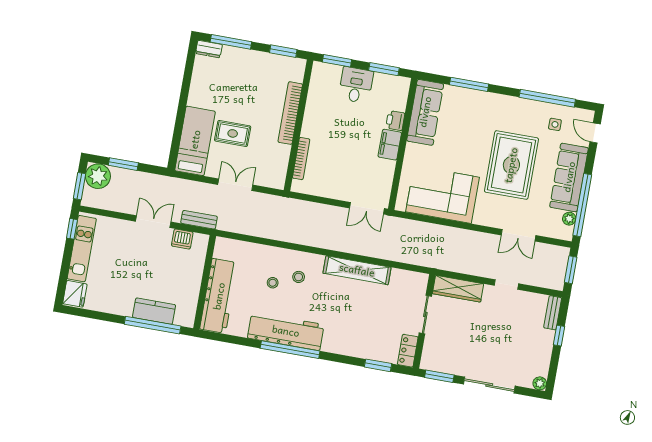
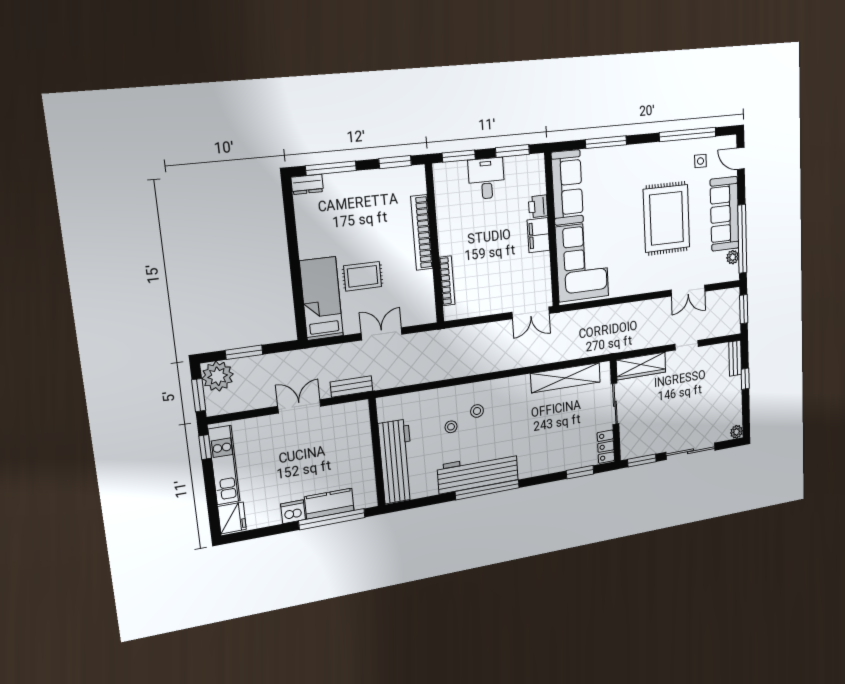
corner sofa: (443, 194) -> (582, 262), moved, turned 90
dishwasher: (182, 239) -> (293, 512), moved, turned 180
shelving: (357, 270) -> (566, 378), moved

